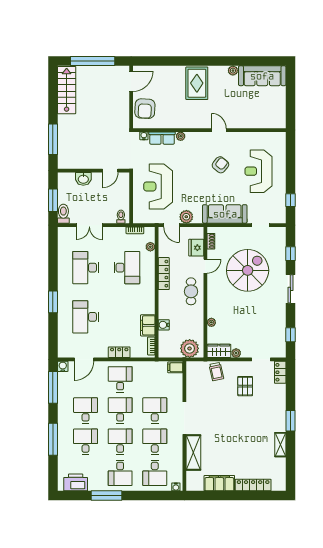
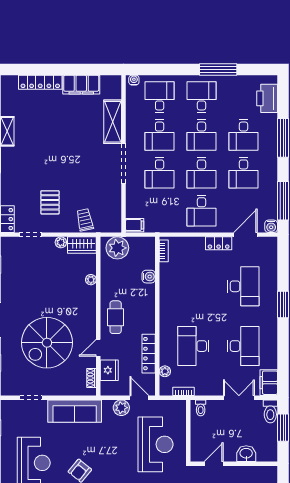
locker: (164, 274) -> (149, 354), moved
filing cabinet: (148, 325) -> (269, 383), moved, turned 180
locker: (119, 352) -> (219, 243), moved
printer: (76, 482) -> (267, 98), moved, turned 90

